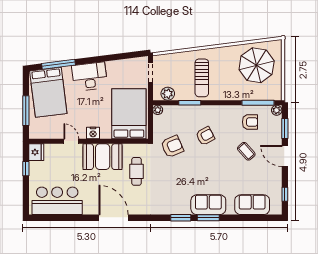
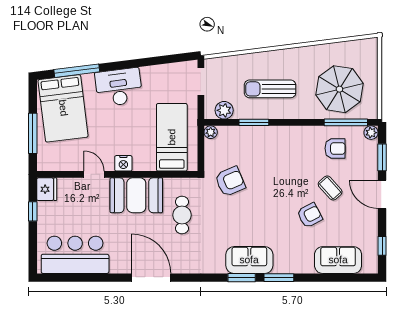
parasol: (257, 65) -> (339, 89), moved
sun lounger: (202, 78) -> (270, 89), turned 90
bed: (129, 114) -> (172, 137), width x0.67
armchair: (205, 136) -> (310, 215), moved
sofa: (208, 205) -> (249, 260), moved

